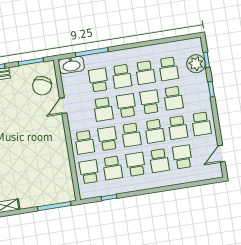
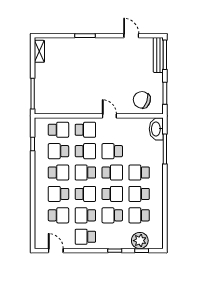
school desk: (99, 80) -> (139, 151), removed
door: (63, 106) -> (109, 116), moved
school desk: (155, 131) -> (85, 194), turned 180
school desk: (84, 142) -> (85, 130), turned 180

